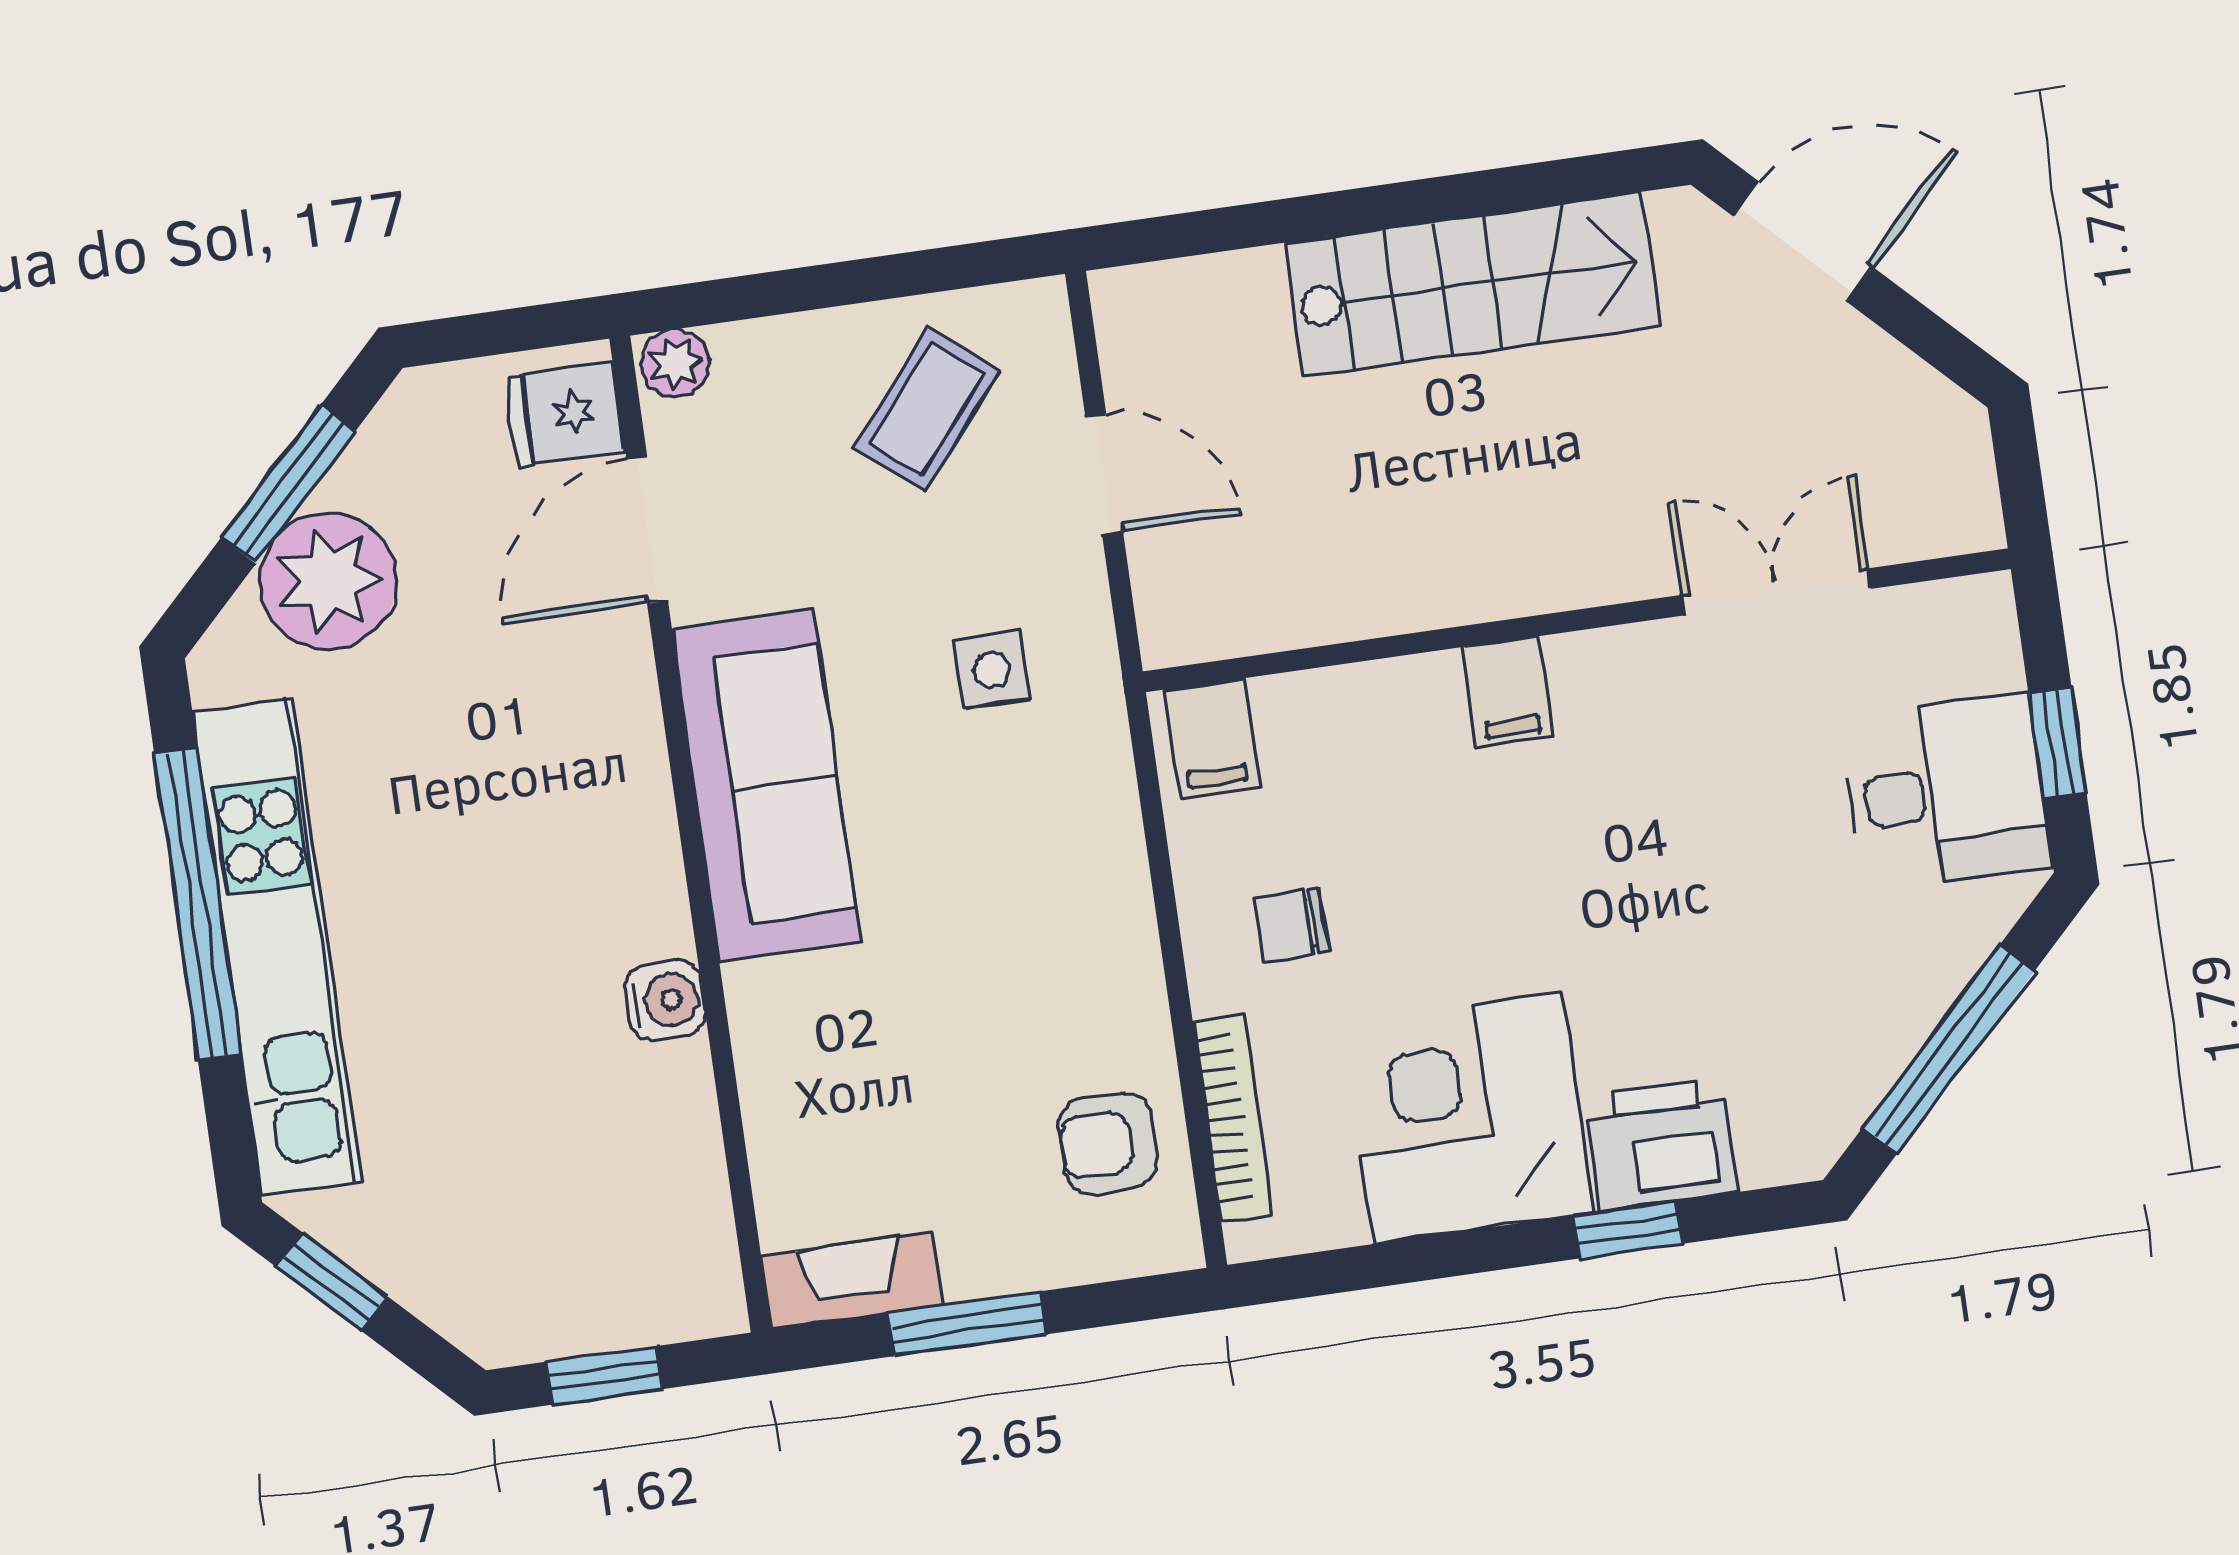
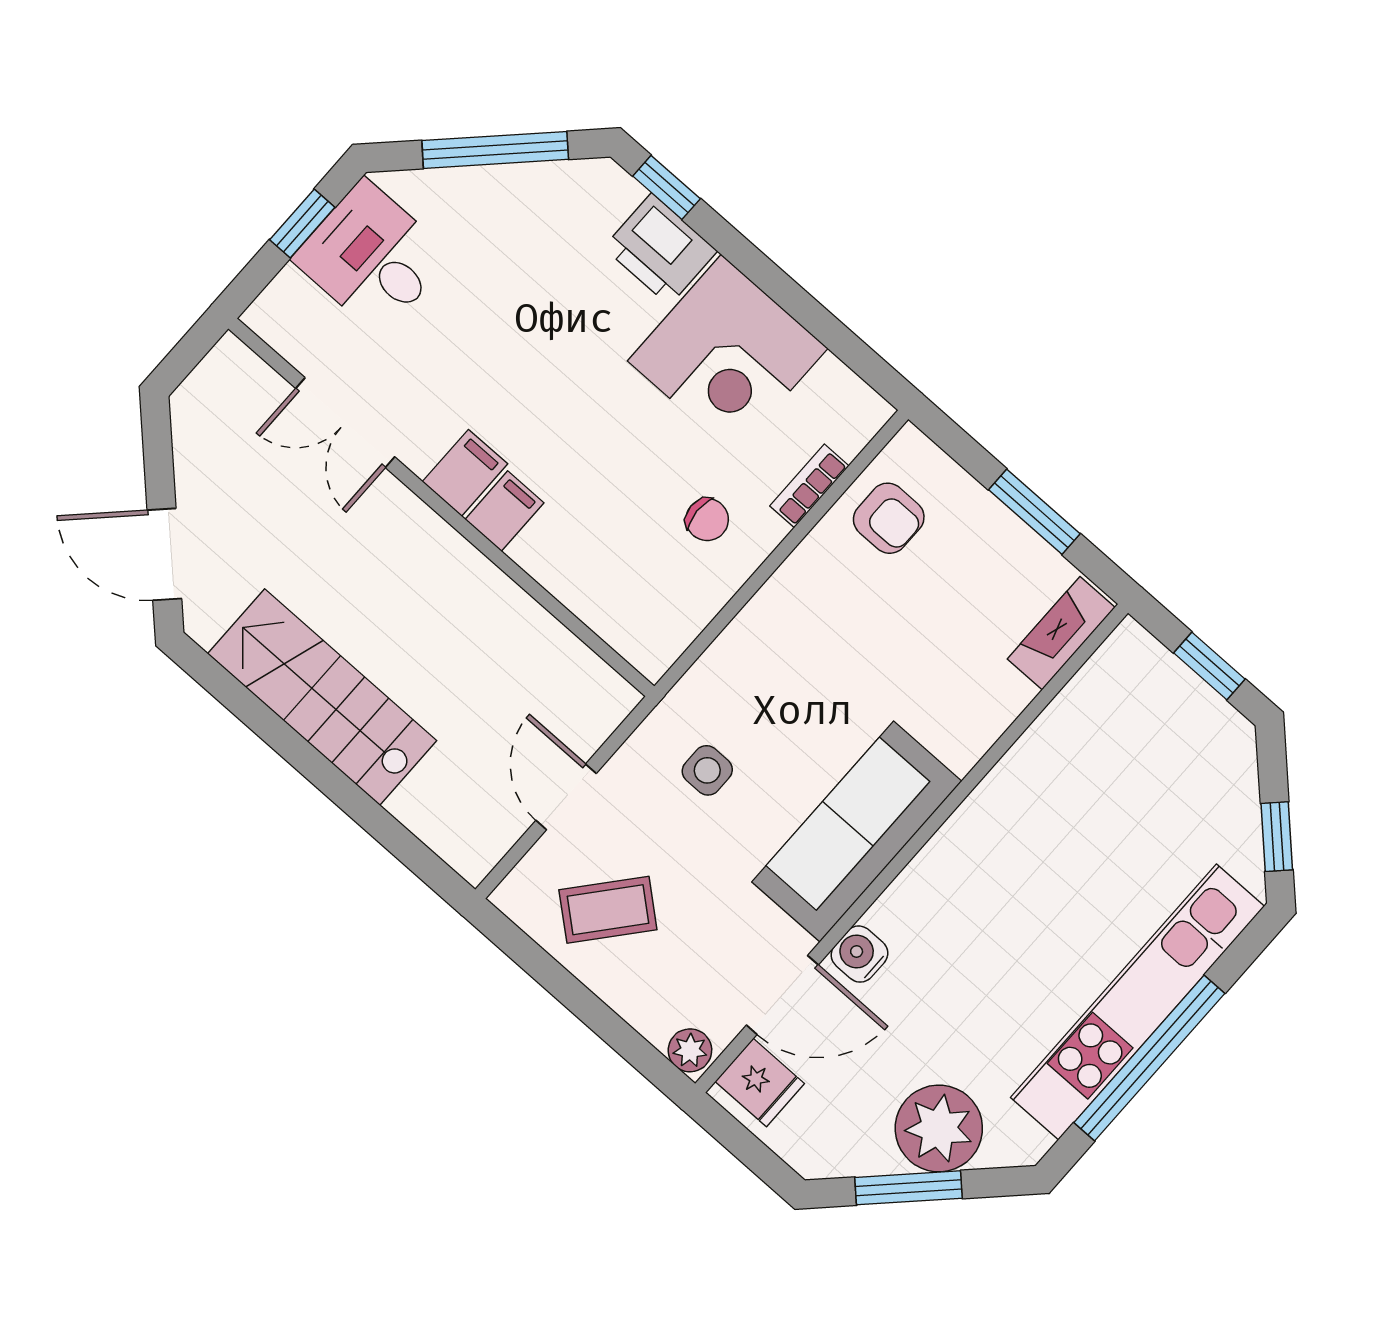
filing cabinet: (1212, 738) -> (465, 473), moved
water cooler: (665, 1000) -> (859, 954), moved
bookcase: (1232, 1118) -> (809, 486), width x0.64
window: (1628, 1230) -> (667, 187), moved
fireplace: (852, 1281) -> (1061, 633), moved, turned 90

